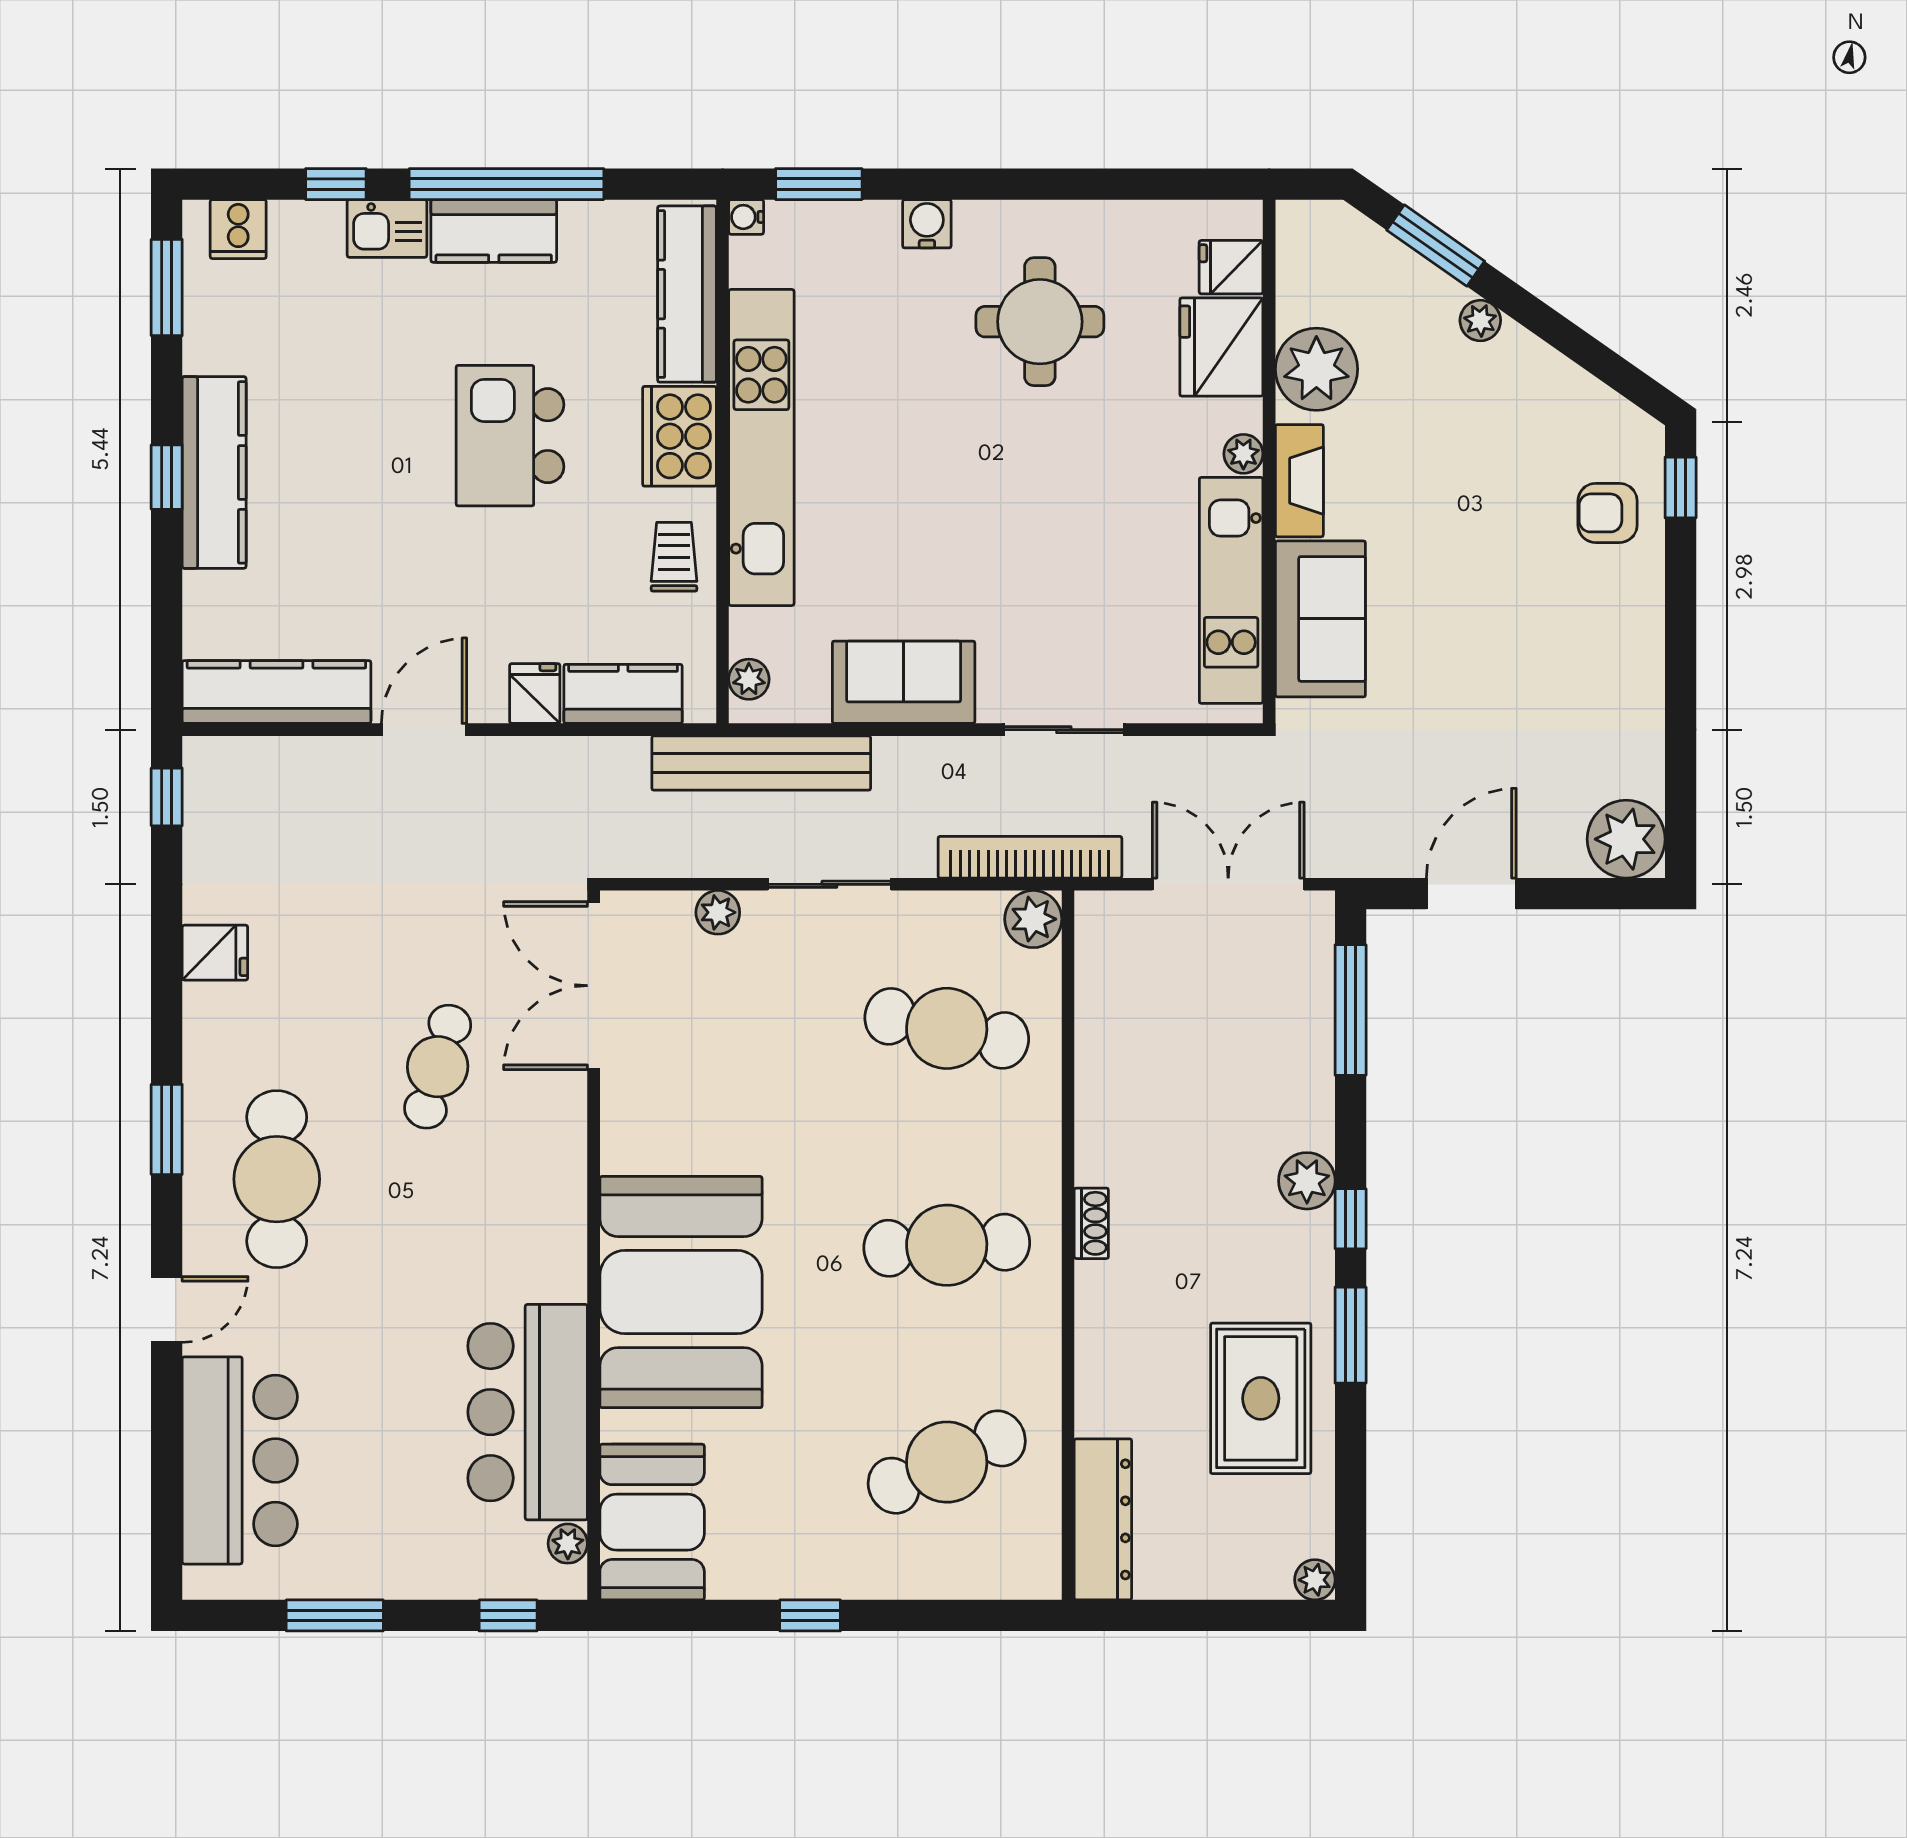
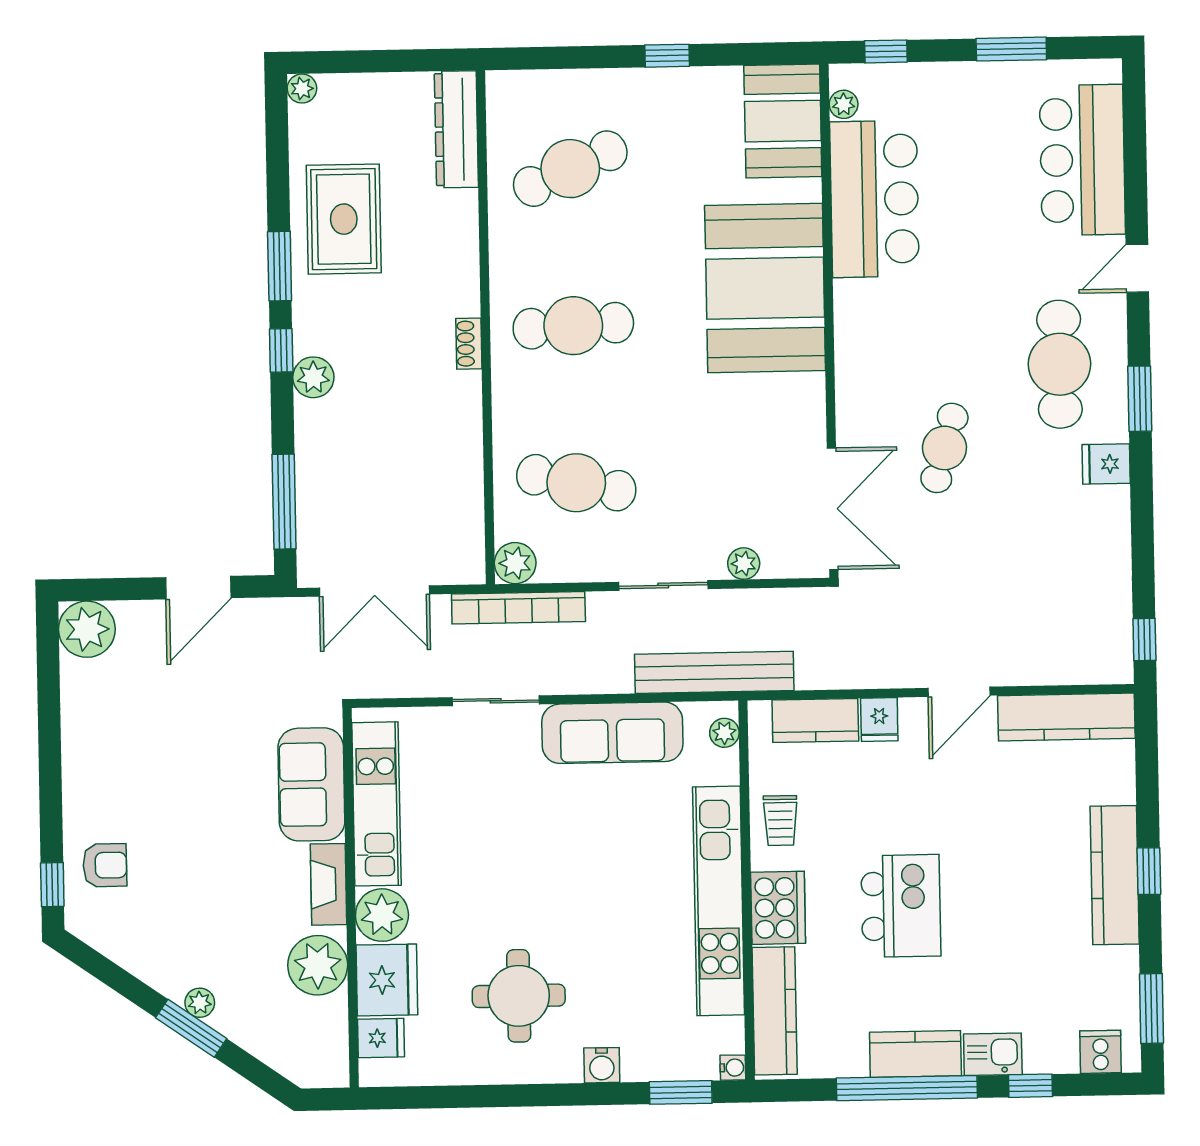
window: (1436, 246) -> (191, 1028), moved
plant: (1243, 454) -> (382, 915), width x1.88, depth x1.88
sofa: (904, 682) -> (612, 733), width x1.36
fridge: (215, 953) -> (1106, 464), moved

